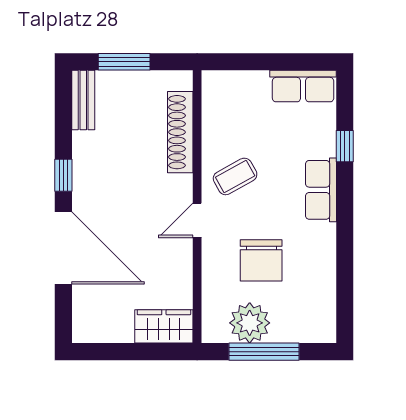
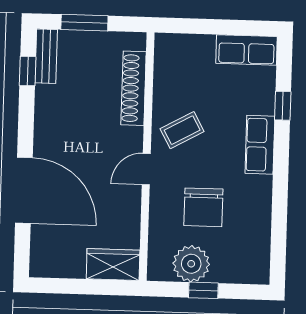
window: (63, 175) -> (28, 71), moved
window: (264, 352) -> (203, 290), width x0.46

